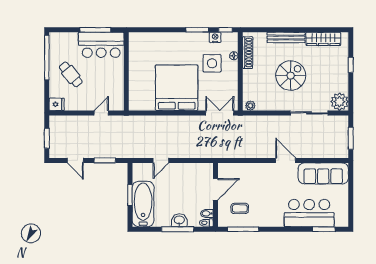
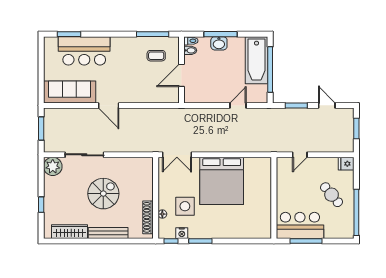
spiral stairs: (291, 76) -> (103, 194), turned 180
plant: (250, 106) -> (145, 162), removed
window: (130, 195) -> (270, 69), width x2.11

